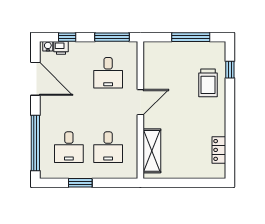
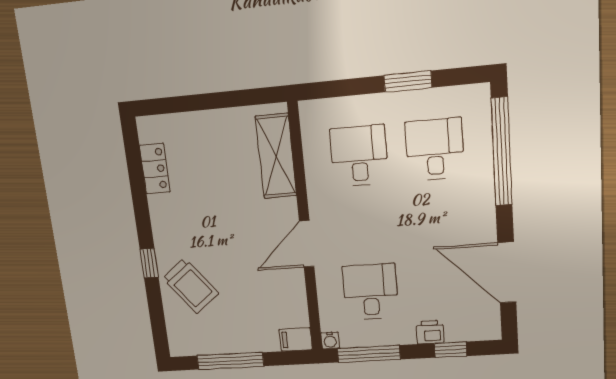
water cooler: (48, 46) -> (330, 340), moved
printer: (61, 48) -> (430, 332), moved
filing cabinet: (152, 48) -> (296, 339), added
window: (230, 70) -> (149, 263), moved
trolley: (208, 83) -> (191, 286), turned 142

